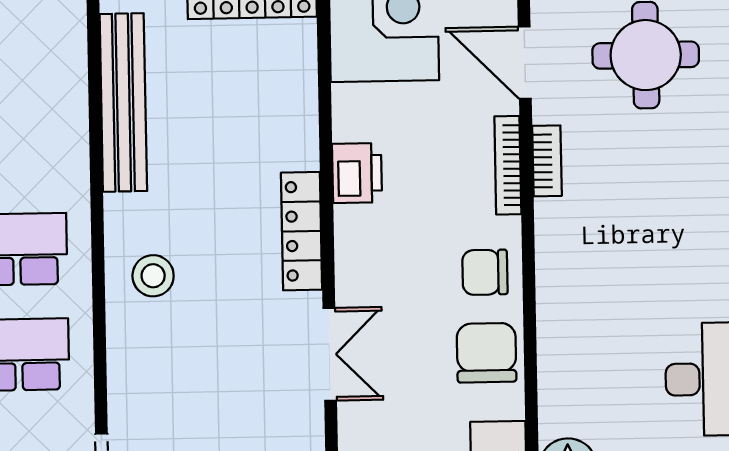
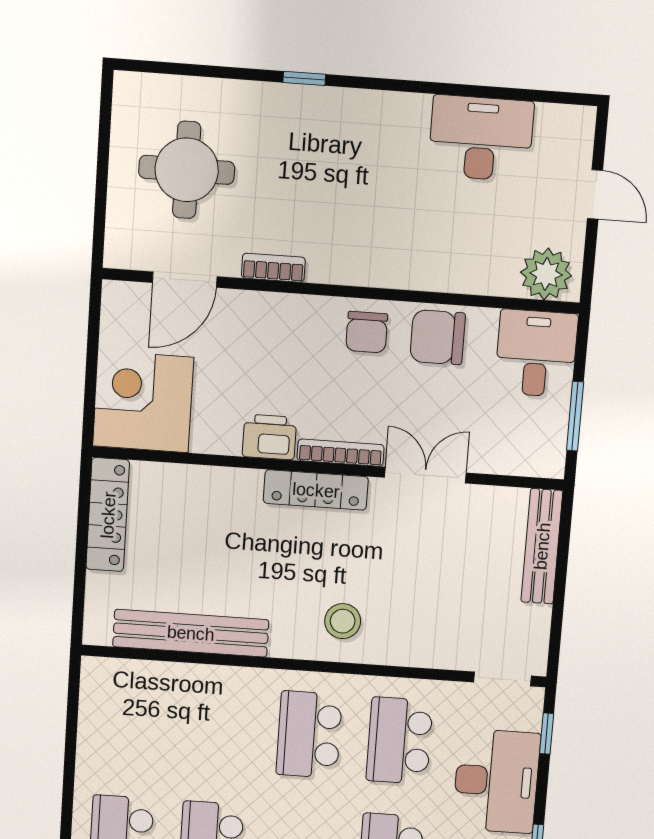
bookcase: (508, 165) -> (341, 453), moved, turned 180

